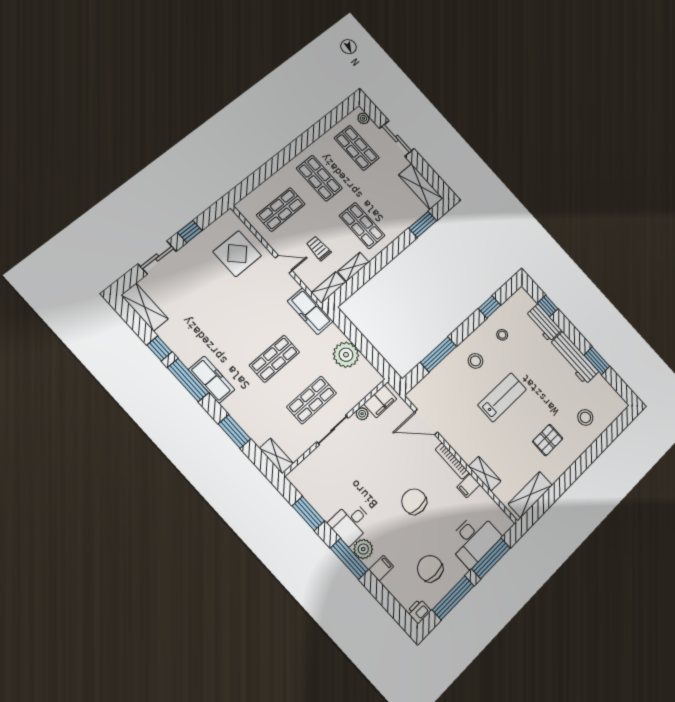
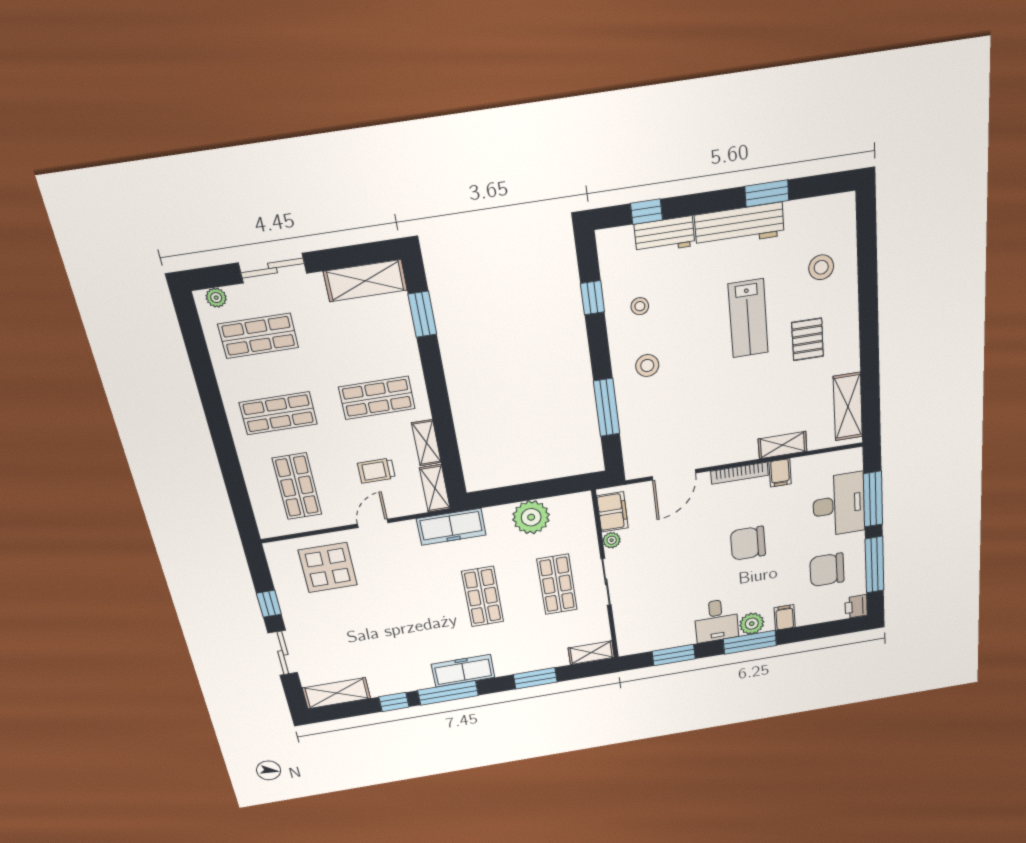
lab bench: (502, 397) -> (748, 318), moved, turned 180

